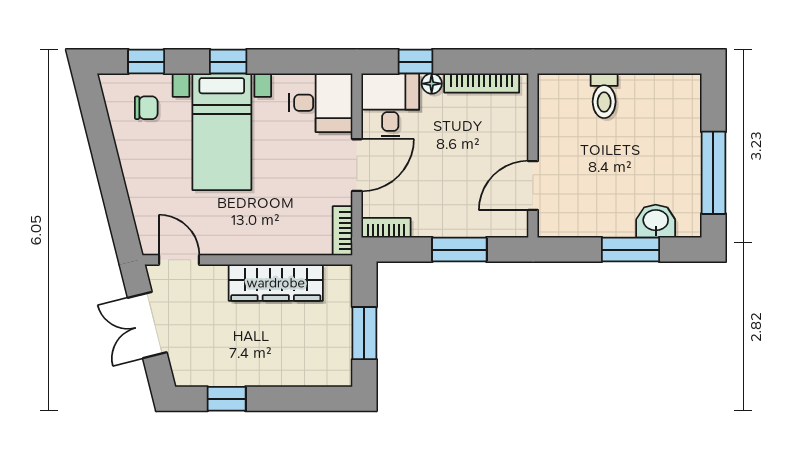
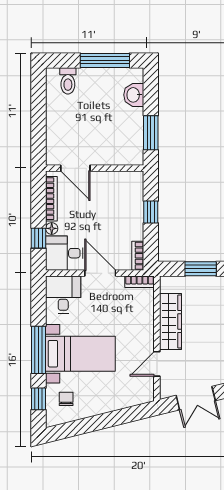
window: (228, 62) -> (39, 350), width x2.17
toilet: (604, 96) -> (68, 81), moved, turned 90
door: (533, 185) -> (75, 168), moved
window: (459, 250) -> (151, 212), width x0.67
window: (631, 250) -> (151, 133), moved
door: (179, 260) -> (157, 364), moved

